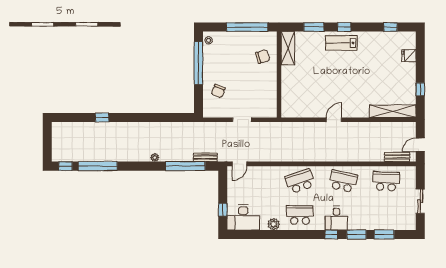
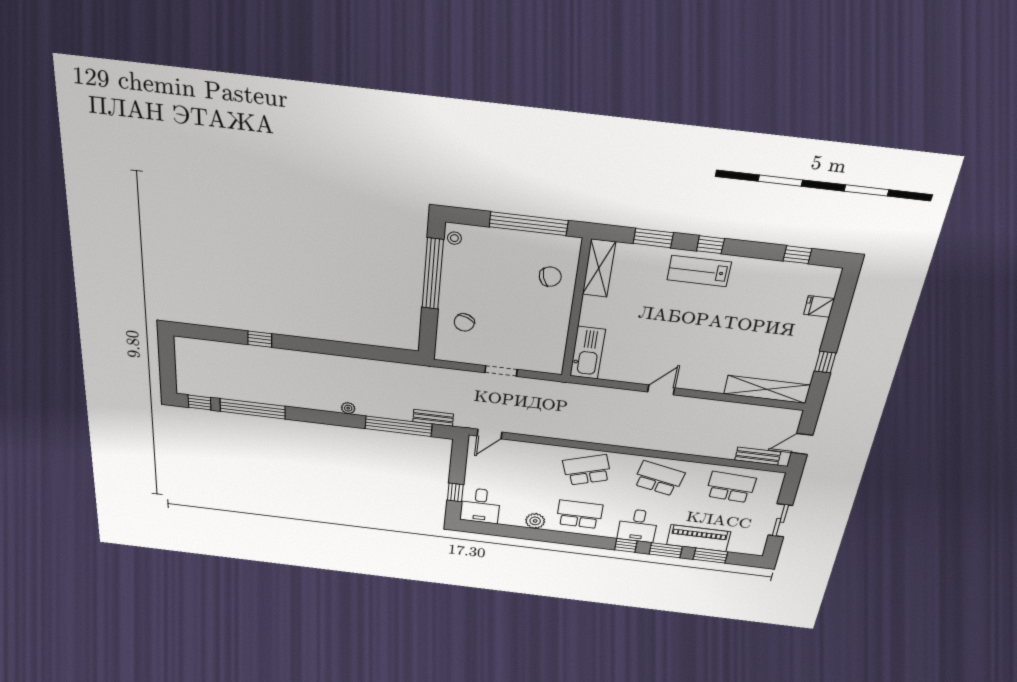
kitchen sink: (289, 101) -> (587, 353), added
desk: (243, 217) -> (480, 506), width x0.73
piano: (375, 222) -> (699, 538), added

